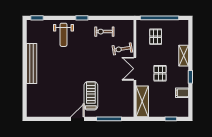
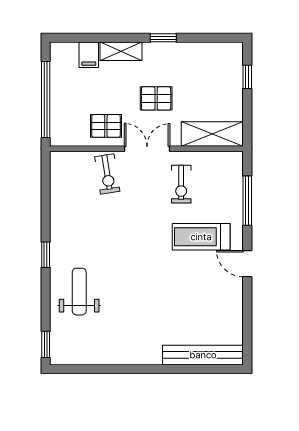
exercise bike: (104, 32) -> (181, 184), moved
weight bench: (63, 35) -> (79, 292), turned -90
pallet: (156, 37) -> (106, 126), moved
bench: (32, 63) -> (203, 355), moved
double door: (135, 69) -> (147, 149), swing flipped
filing cabinet: (182, 93) -> (89, 55), moved

